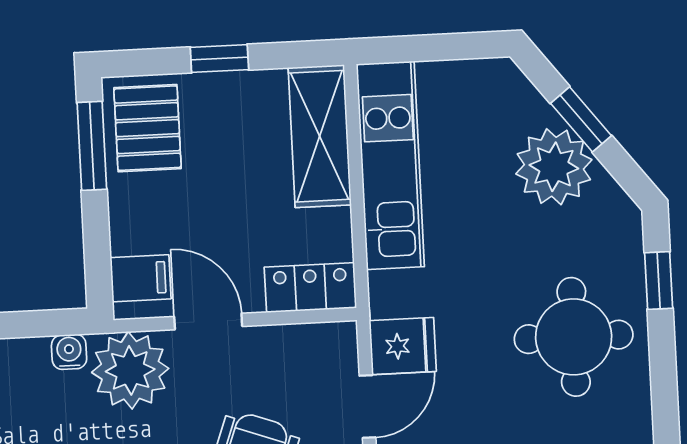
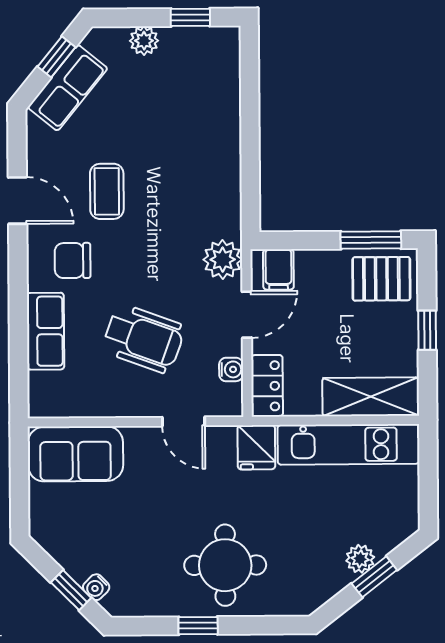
plant: (554, 167) -> (360, 559), width x0.53, depth x0.53
window: (659, 280) -> (198, 626), moved
fridge: (403, 346) -> (256, 447), moved
water cooler: (69, 352) -> (231, 369), moved
plant: (130, 370) -> (223, 260), width x0.73, depth x0.73

